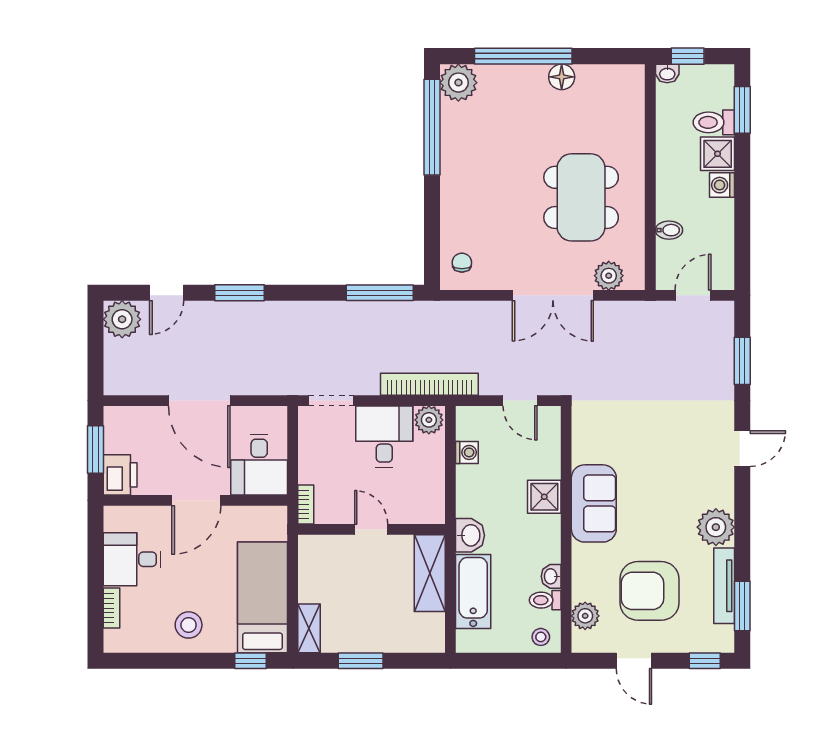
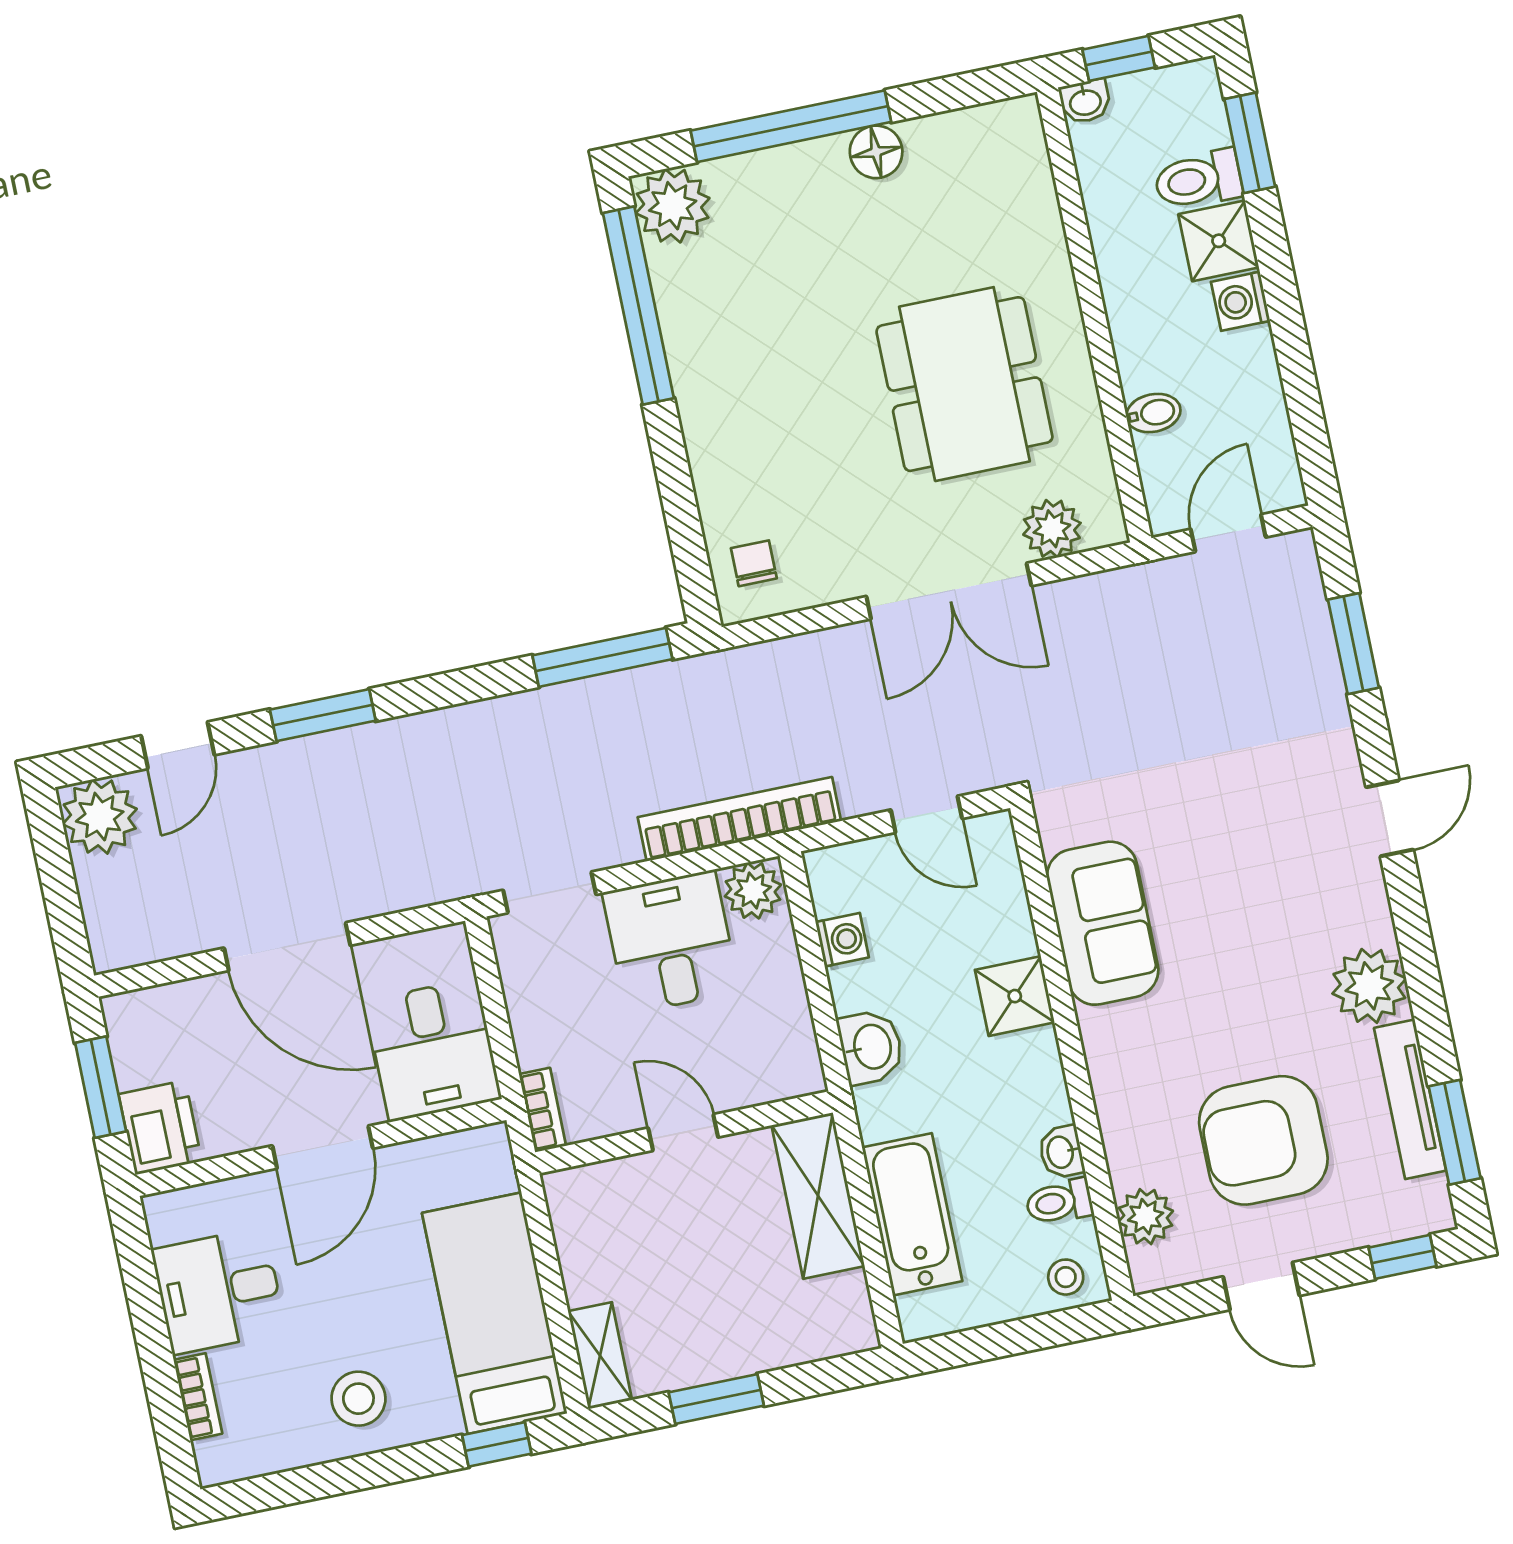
sofa: (594, 503) -> (1103, 923), moved
washbasin: (470, 535) -> (871, 1047), moved

